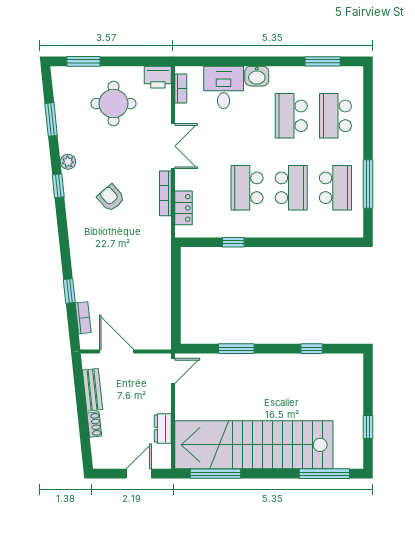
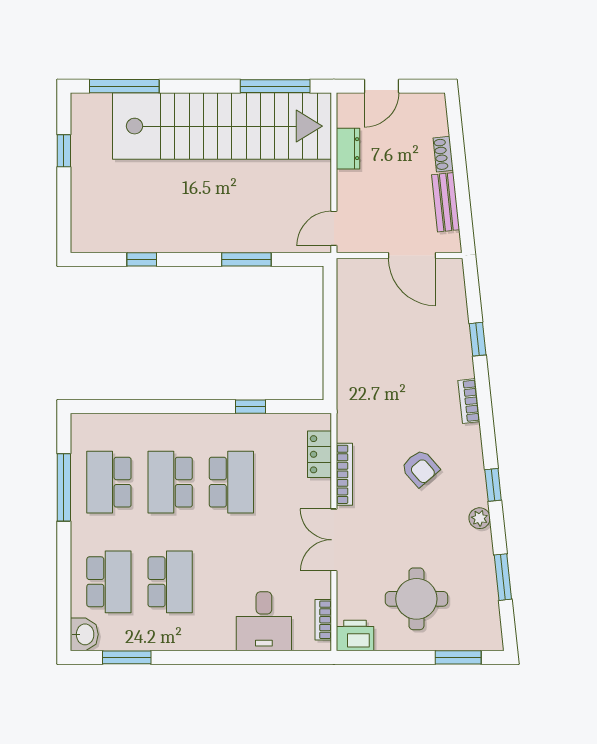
washbasin: (257, 76) -> (84, 634), moved, turned 90
bookcase: (83, 318) -> (469, 401), moved

